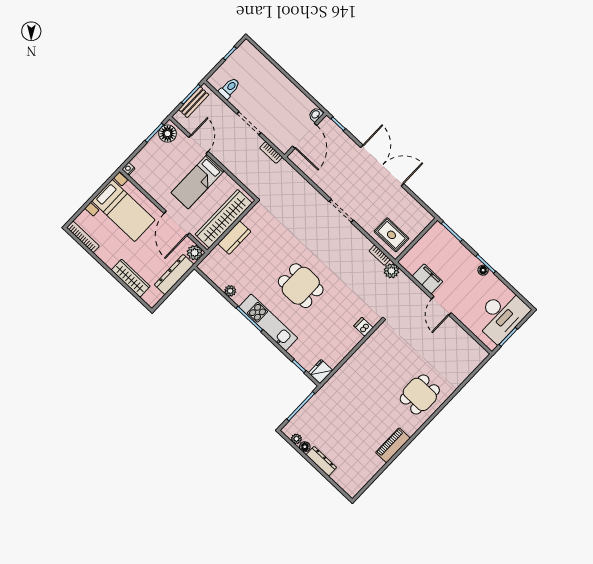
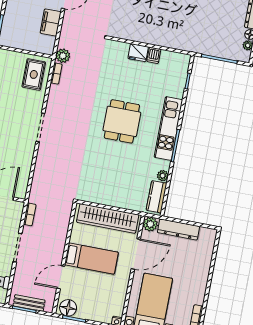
kitchen counter: (234, 238) -> (156, 197), moved, turned -90
wardrobe: (131, 278) -> (204, 263), removed
dishwasher: (363, 327) -> (154, 55), moved
fridge: (321, 372) -> (138, 53), moved

